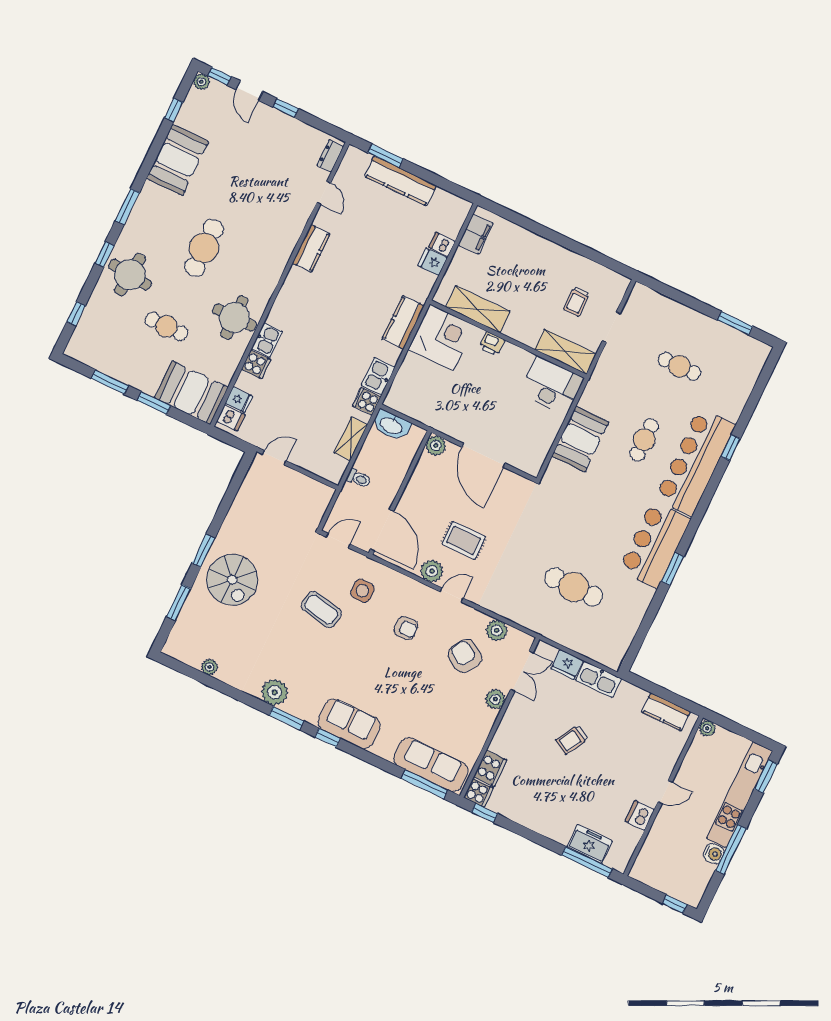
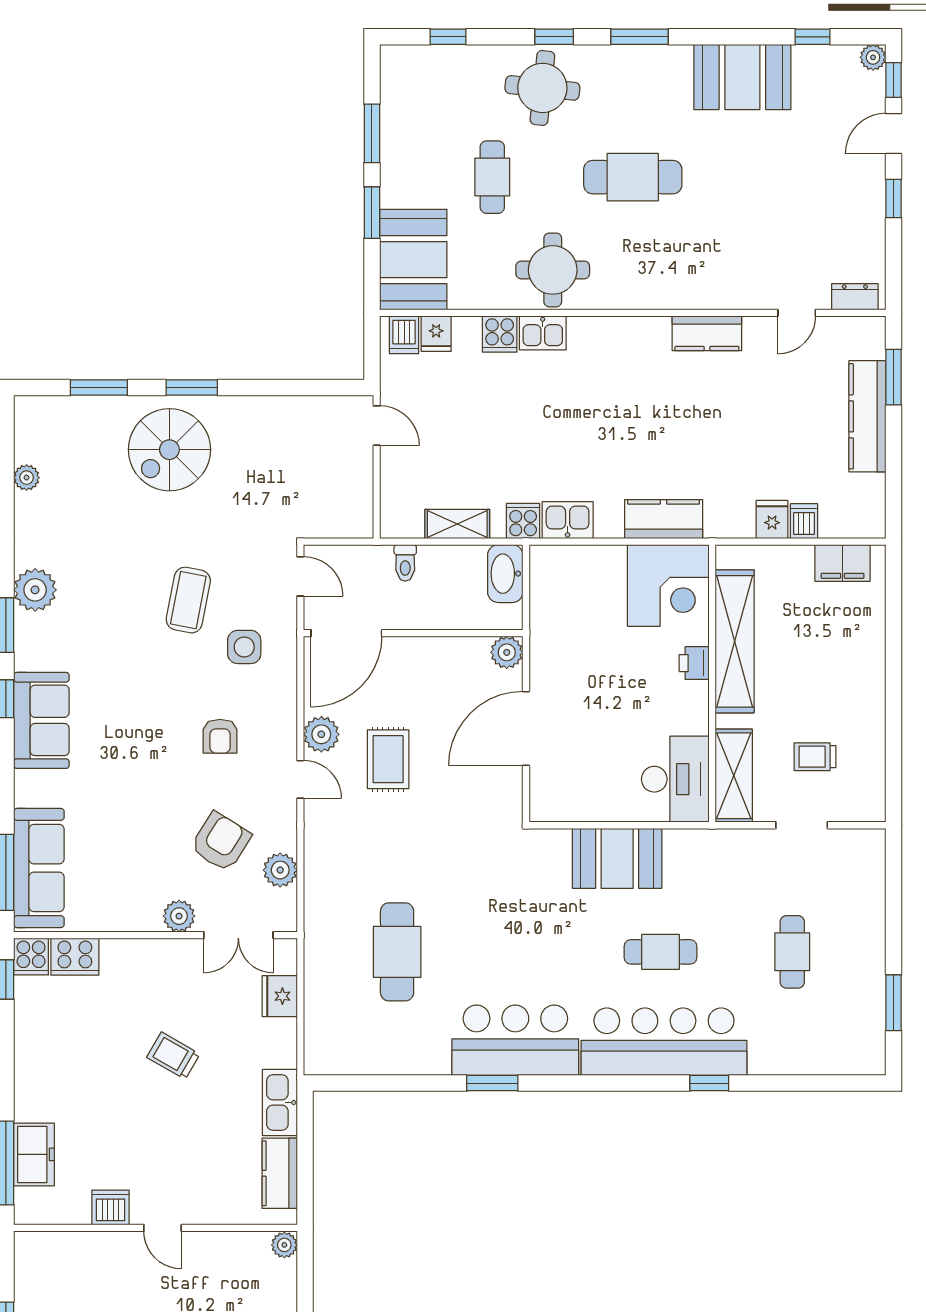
shelving: (478, 309) -> (735, 641), width x1.47
kitchen sink: (598, 679) -> (280, 1103), moved

